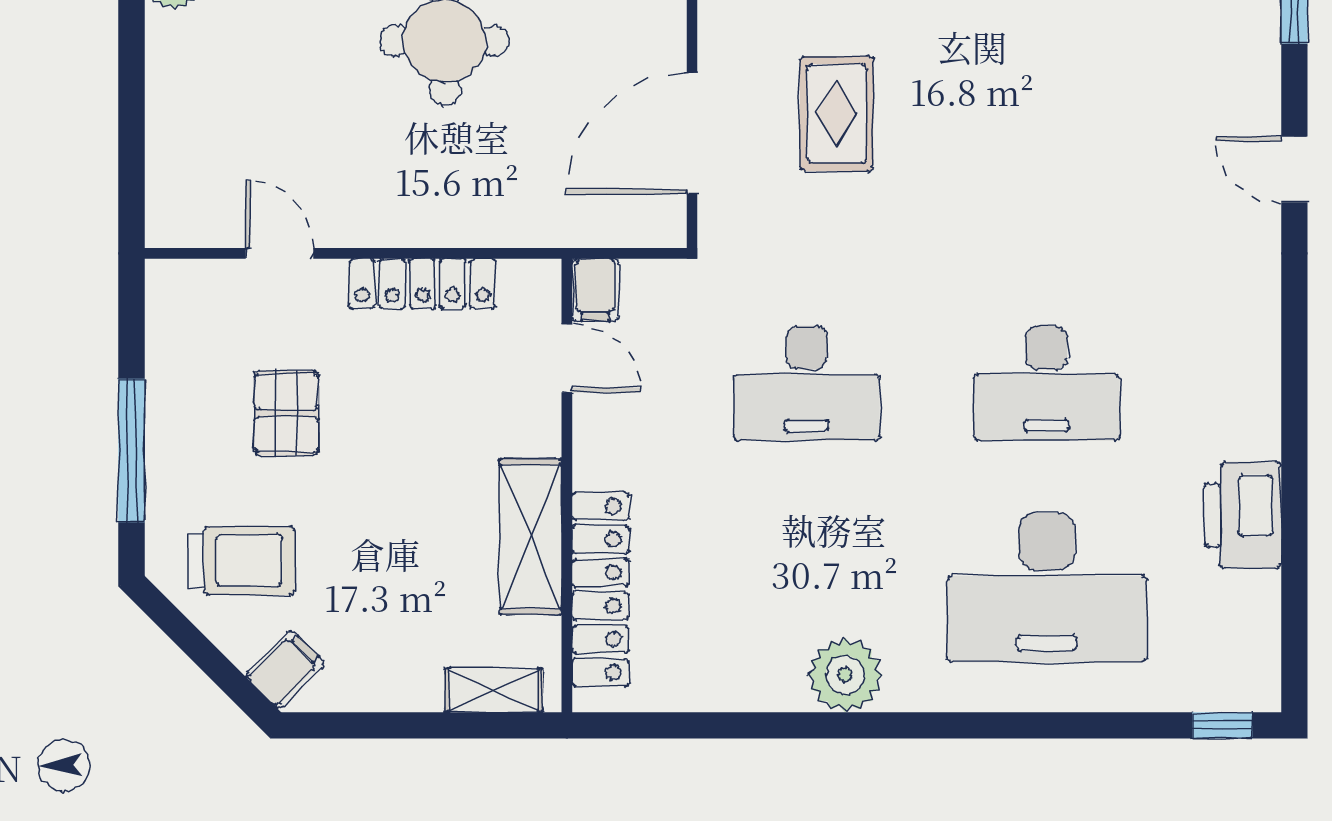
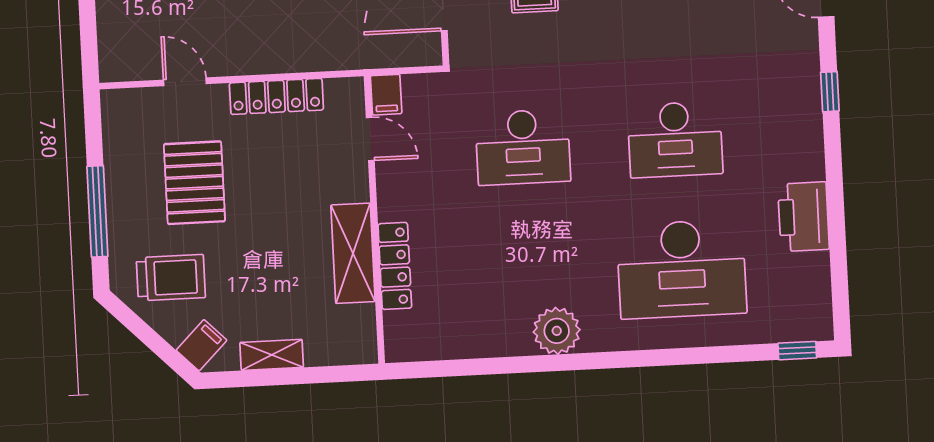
window: (1294, 320) -> (830, 92), added
pallet: (287, 413) -> (194, 183), width x1.50, depth x1.42
locker: (600, 589) -> (395, 266), width x0.71, depth x0.83
shelving: (494, 690) -> (272, 355), moved

